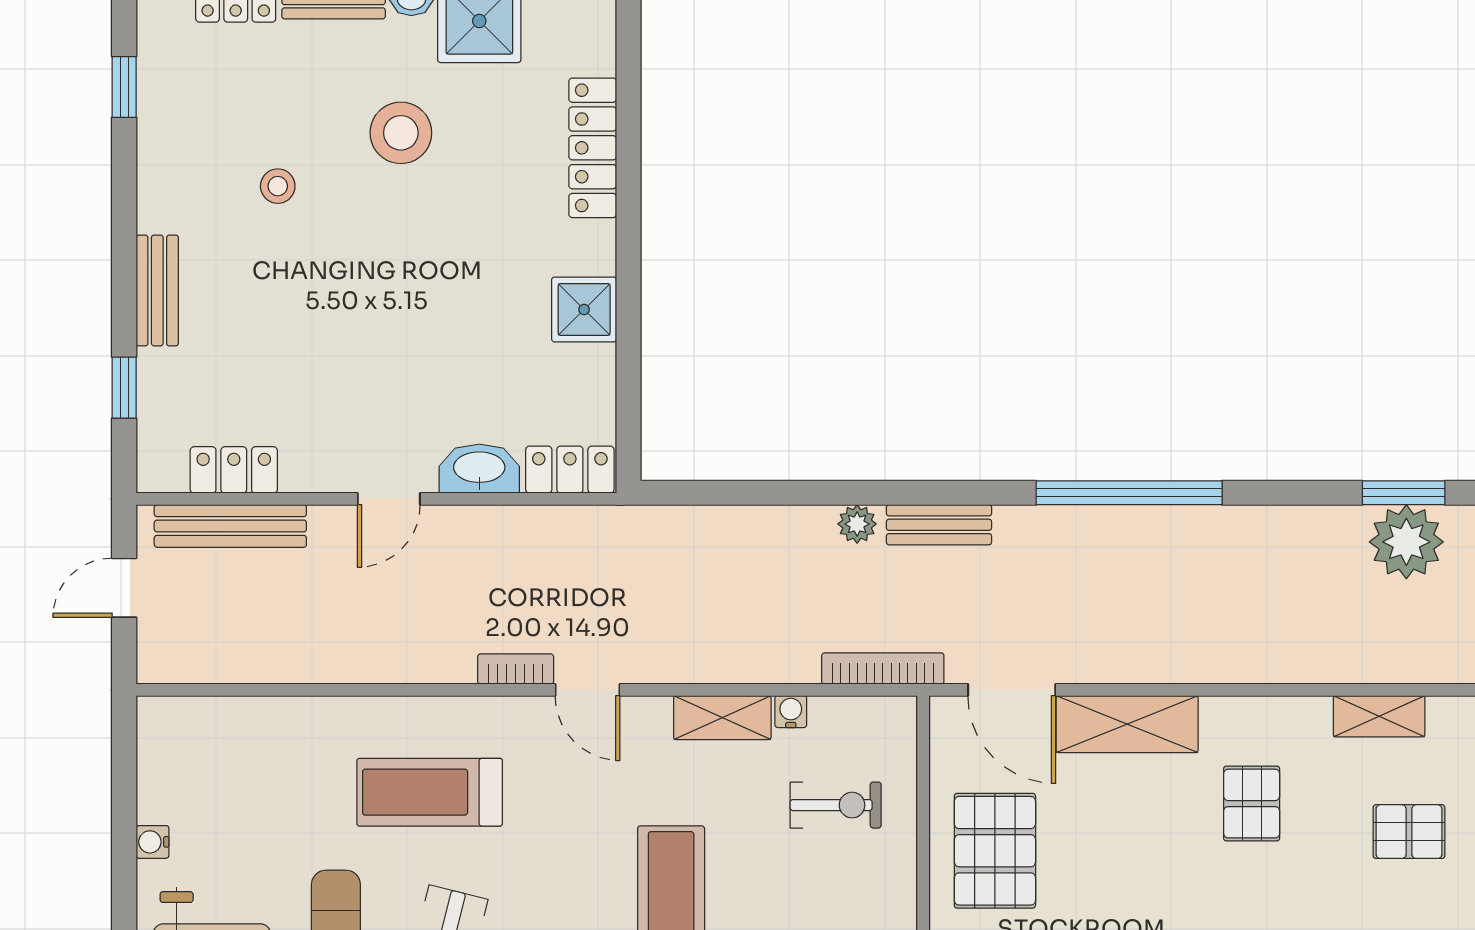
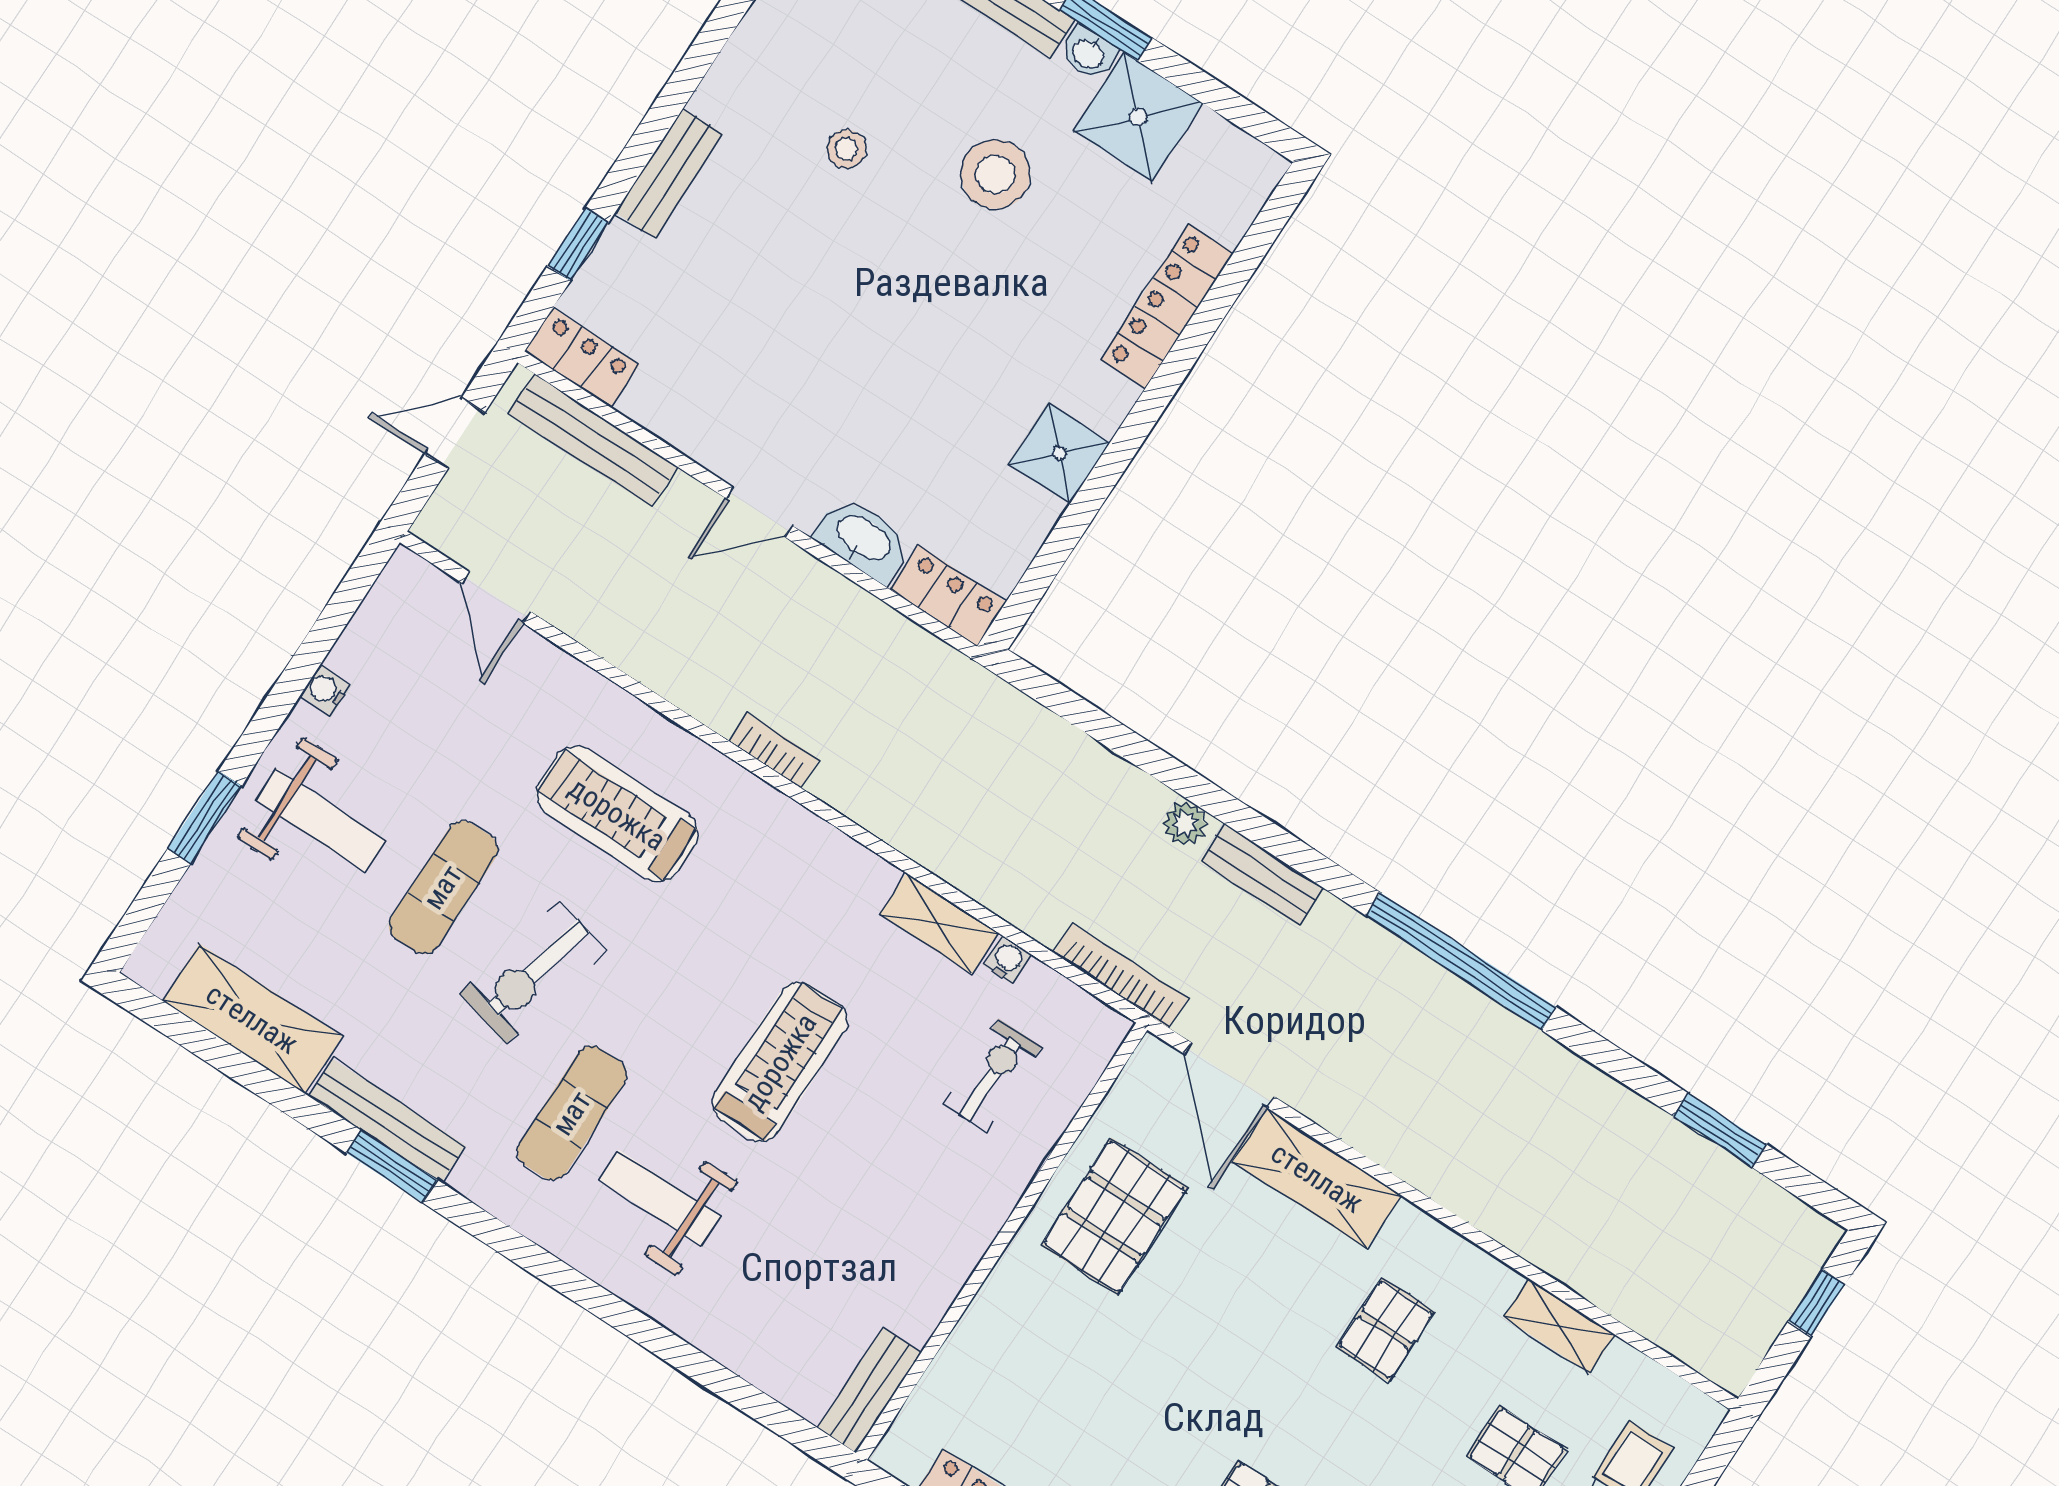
locker: (234, 470) -> (582, 358), moved
plant: (1406, 542) -> (1692, 1178), removed
door: (588, 690) -> (496, 597), moved
exercise bike: (836, 805) -> (992, 1075), turned -90

